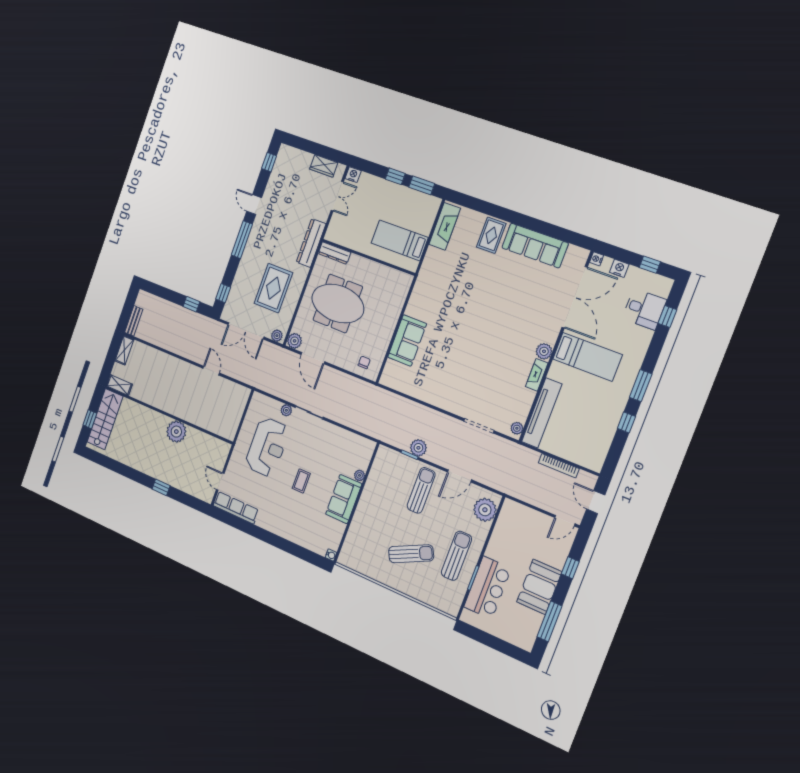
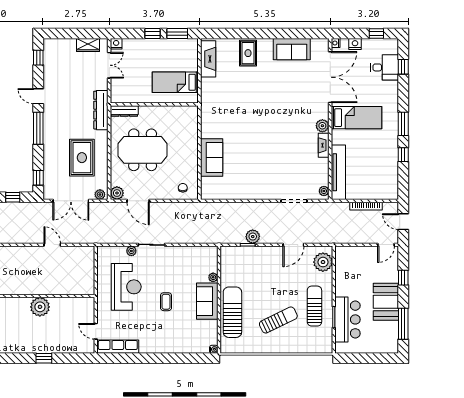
sofa: (535, 245) -> (292, 49), width x0.73
sun lounger: (421, 490) -> (232, 312), moved, width x1.36, depth x1.34

